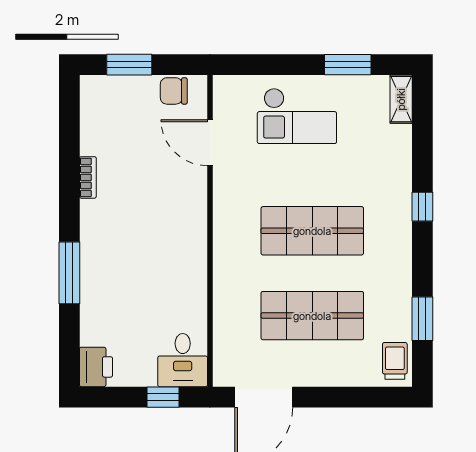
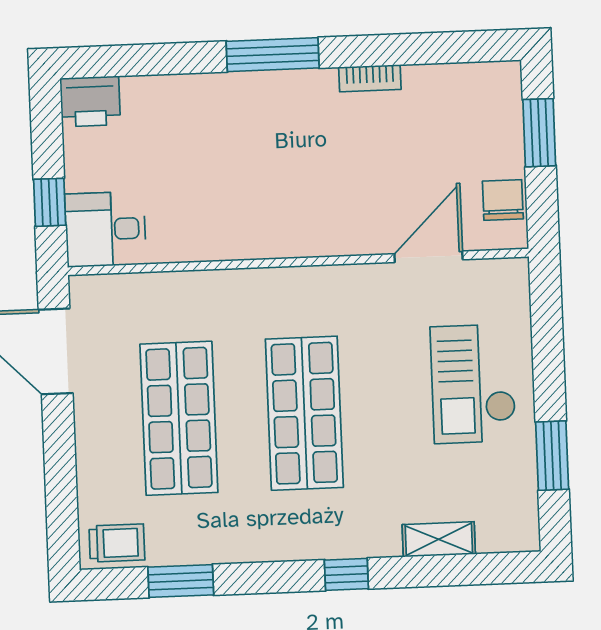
shelving: (401, 99) -> (439, 539), moved
window: (69, 273) -> (273, 55), moved

